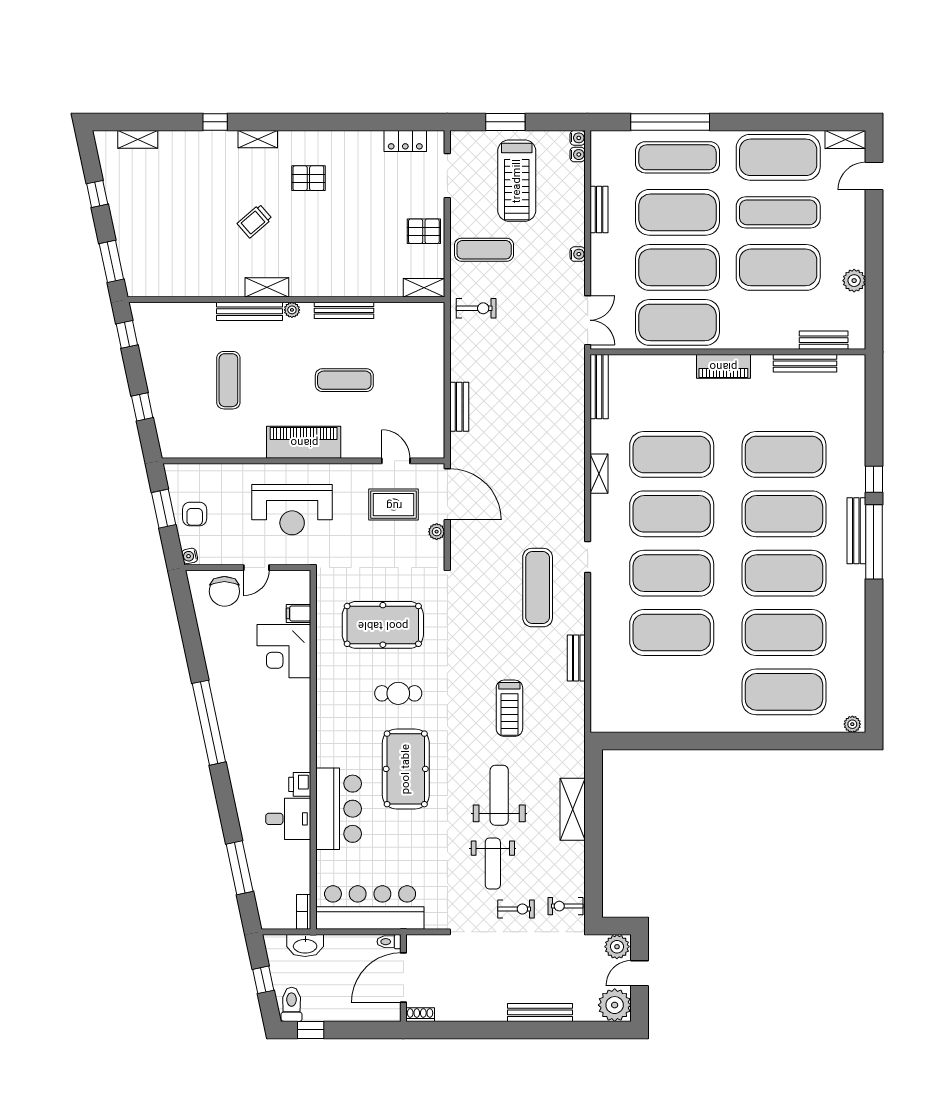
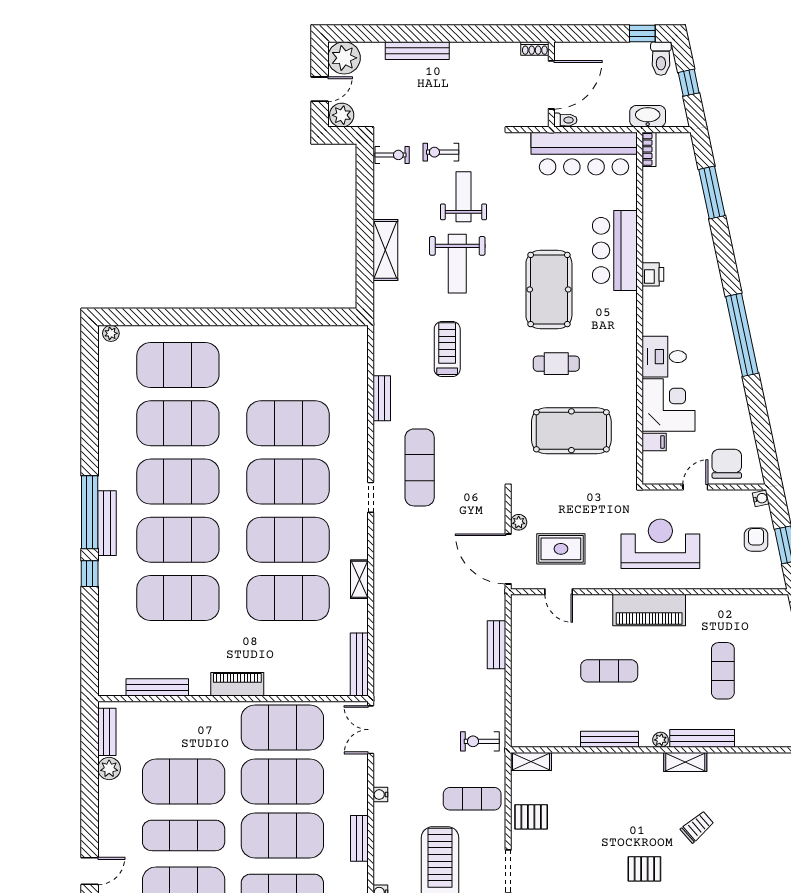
bench: (824, 340) -> (107, 732), moved, turned 90
desk: (288, 819) -> (664, 357), moved

